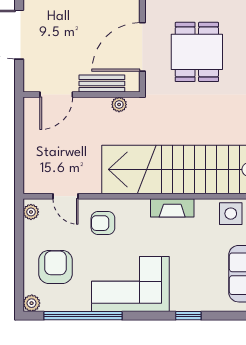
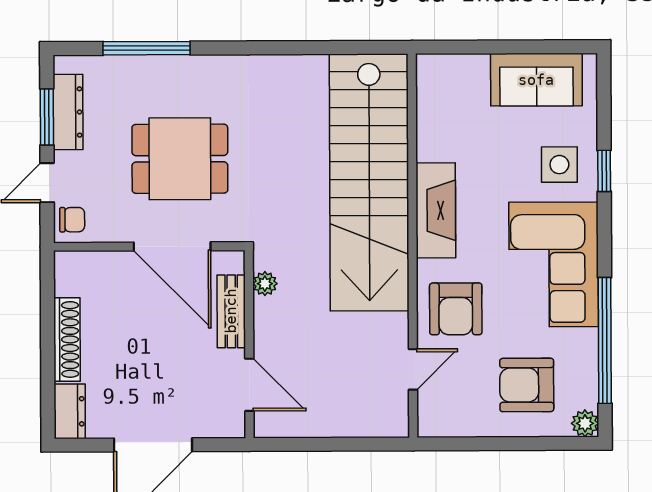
fireplace: (172, 208) -> (436, 210), width x1.37, depth x1.32
plant: (31, 212) -> (438, 425), removed
side table: (231, 214) -> (559, 165), moved
armchair: (103, 223) -> (456, 309), width x1.38, depth x1.38

